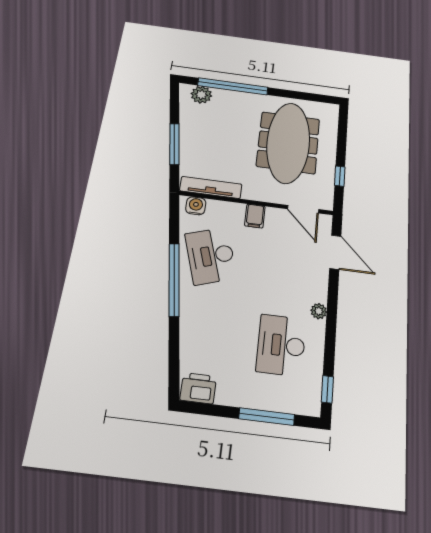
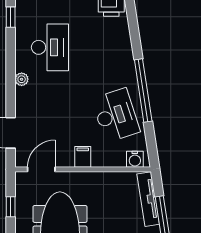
tv unit: (211, 187) -> (148, 199), moved, turned 81
door: (303, 209) -> (41, 169), hinge flipped

